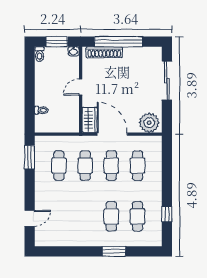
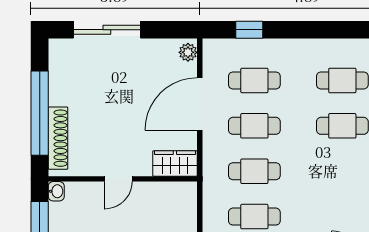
door: (81, 87) -> (118, 179), hinge flipped
plant: (149, 123) -> (188, 52), width x0.53, depth x0.53
door: (112, 134) -> (200, 104), moved
window: (167, 214) -> (249, 30), moved

